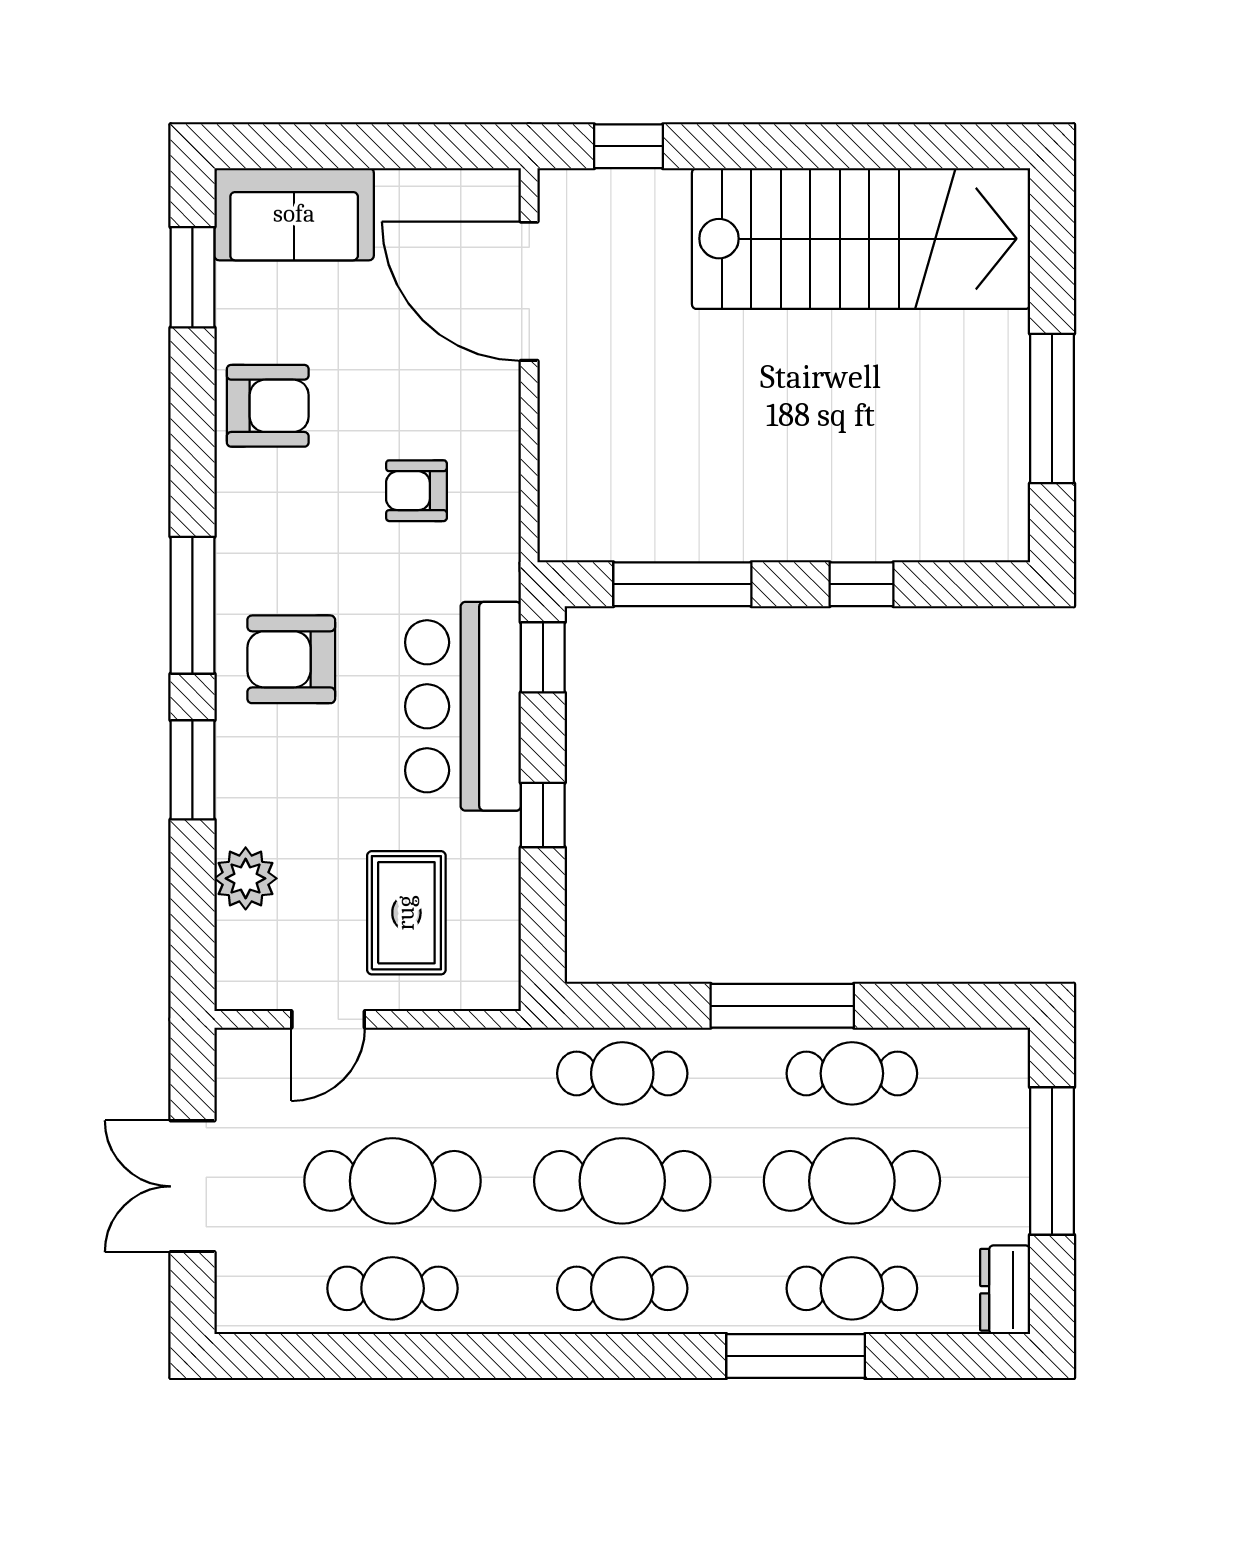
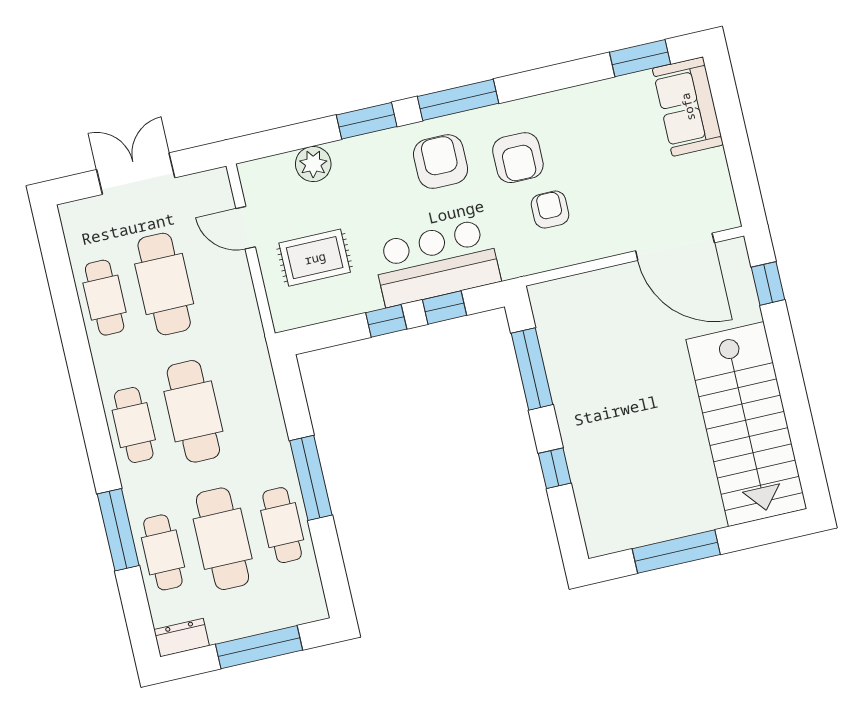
door: (529, 291) -> (675, 247), swing flipped
armchair: (268, 406) -> (518, 158), moved
window: (543, 657) -> (444, 308), moved
cafe table: (622, 1073) -> (253, 398), removed

